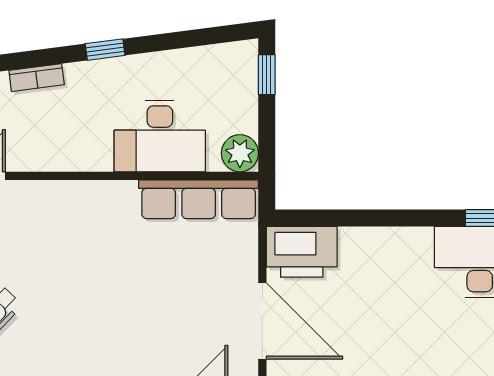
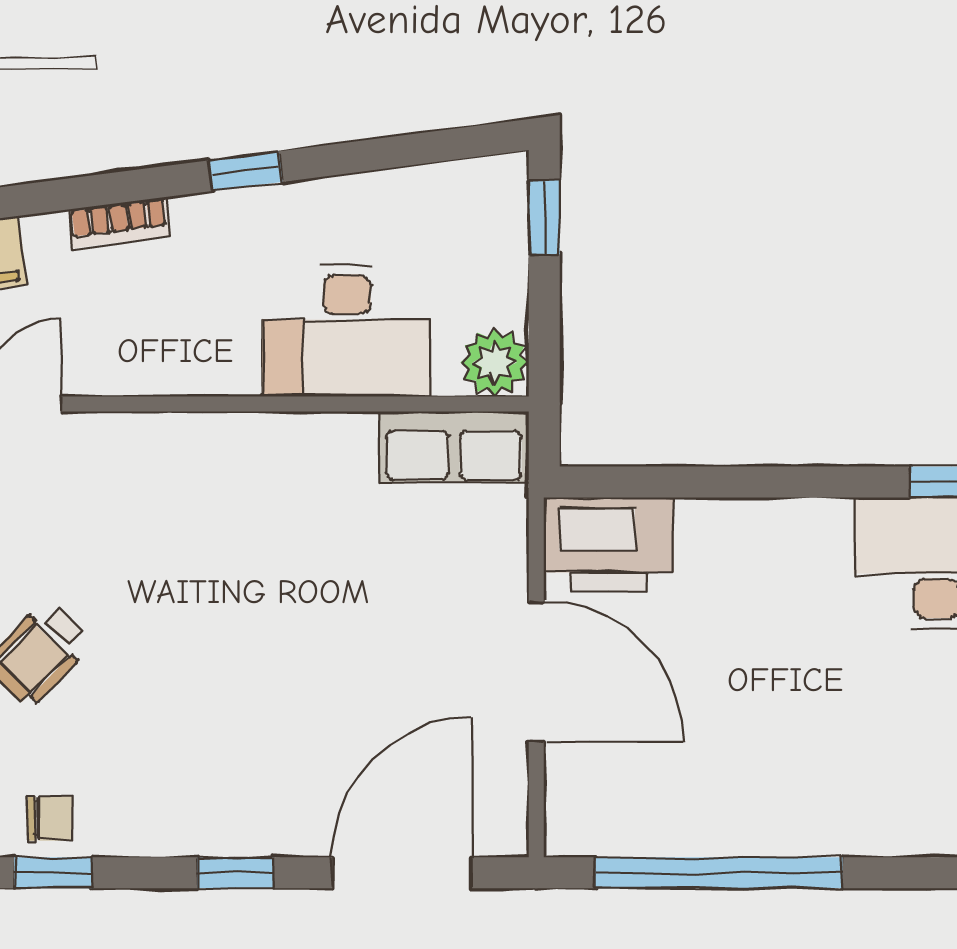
row of seats: (199, 199) -> (454, 447), width x0.68

